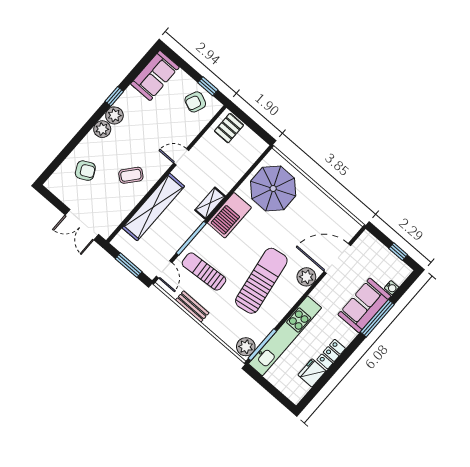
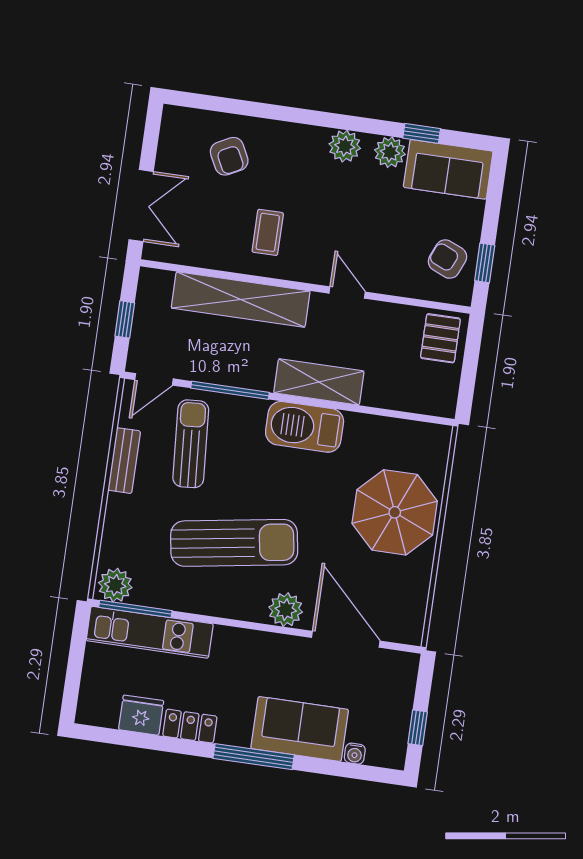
window: (114, 96) -> (422, 133), moved
pallet: (229, 128) -> (440, 338), turned 90
plant: (102, 129) -> (390, 152), moved
coffee table: (131, 175) -> (268, 232), turned 50
parasol: (273, 189) -> (395, 512), moved
shelving: (210, 203) -> (319, 382), width x1.50, depth x1.33
double door: (82, 225) -> (141, 206), swing flipped
window: (129, 265) -> (125, 319), width x0.67
window: (377, 318) -> (254, 757), moved
kitchen unit: (285, 336) -> (150, 632), width x0.73

